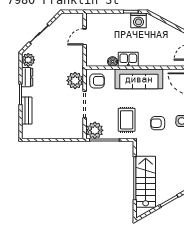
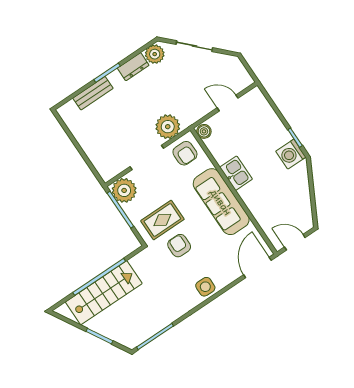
boiler: (113, 62) -> (204, 131), moved
armchair: (158, 123) -> (179, 246), moved

